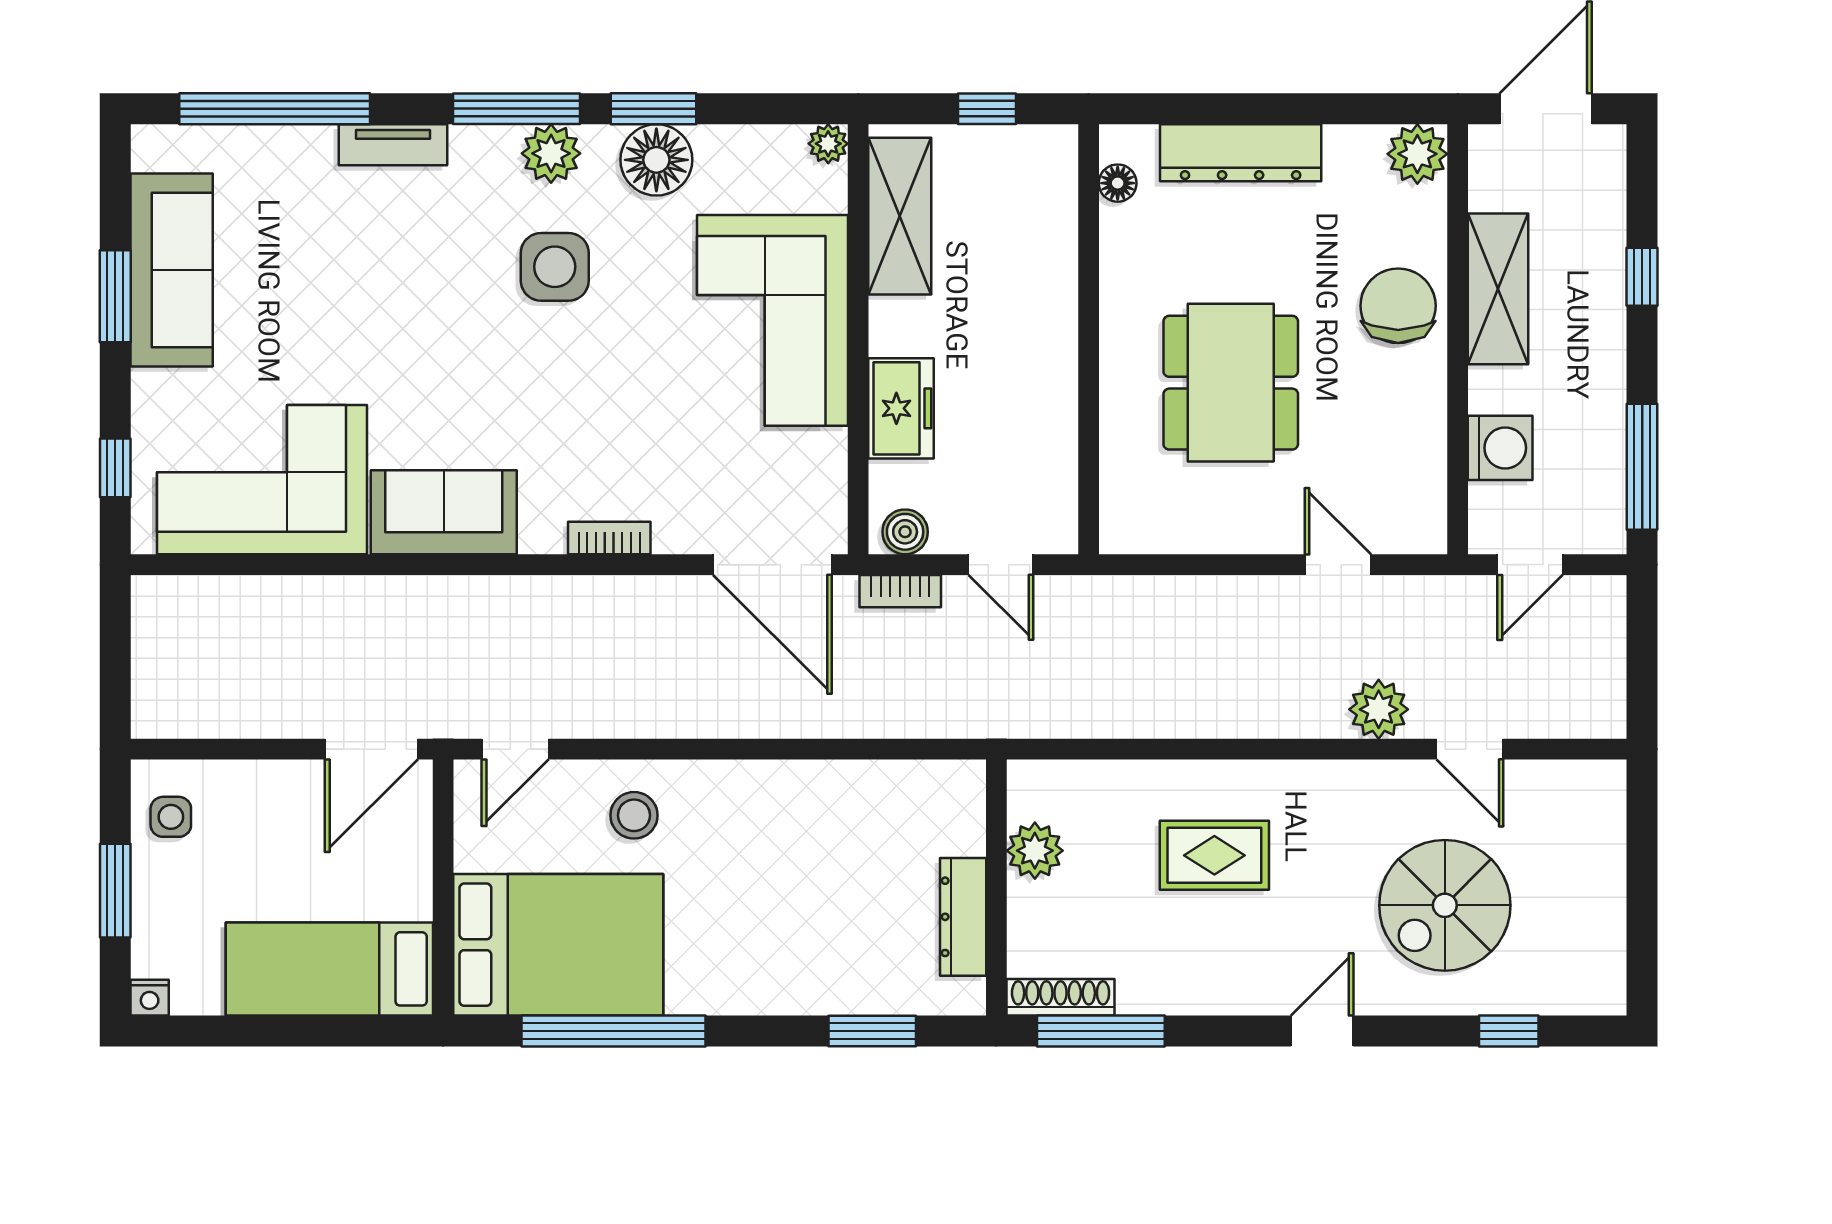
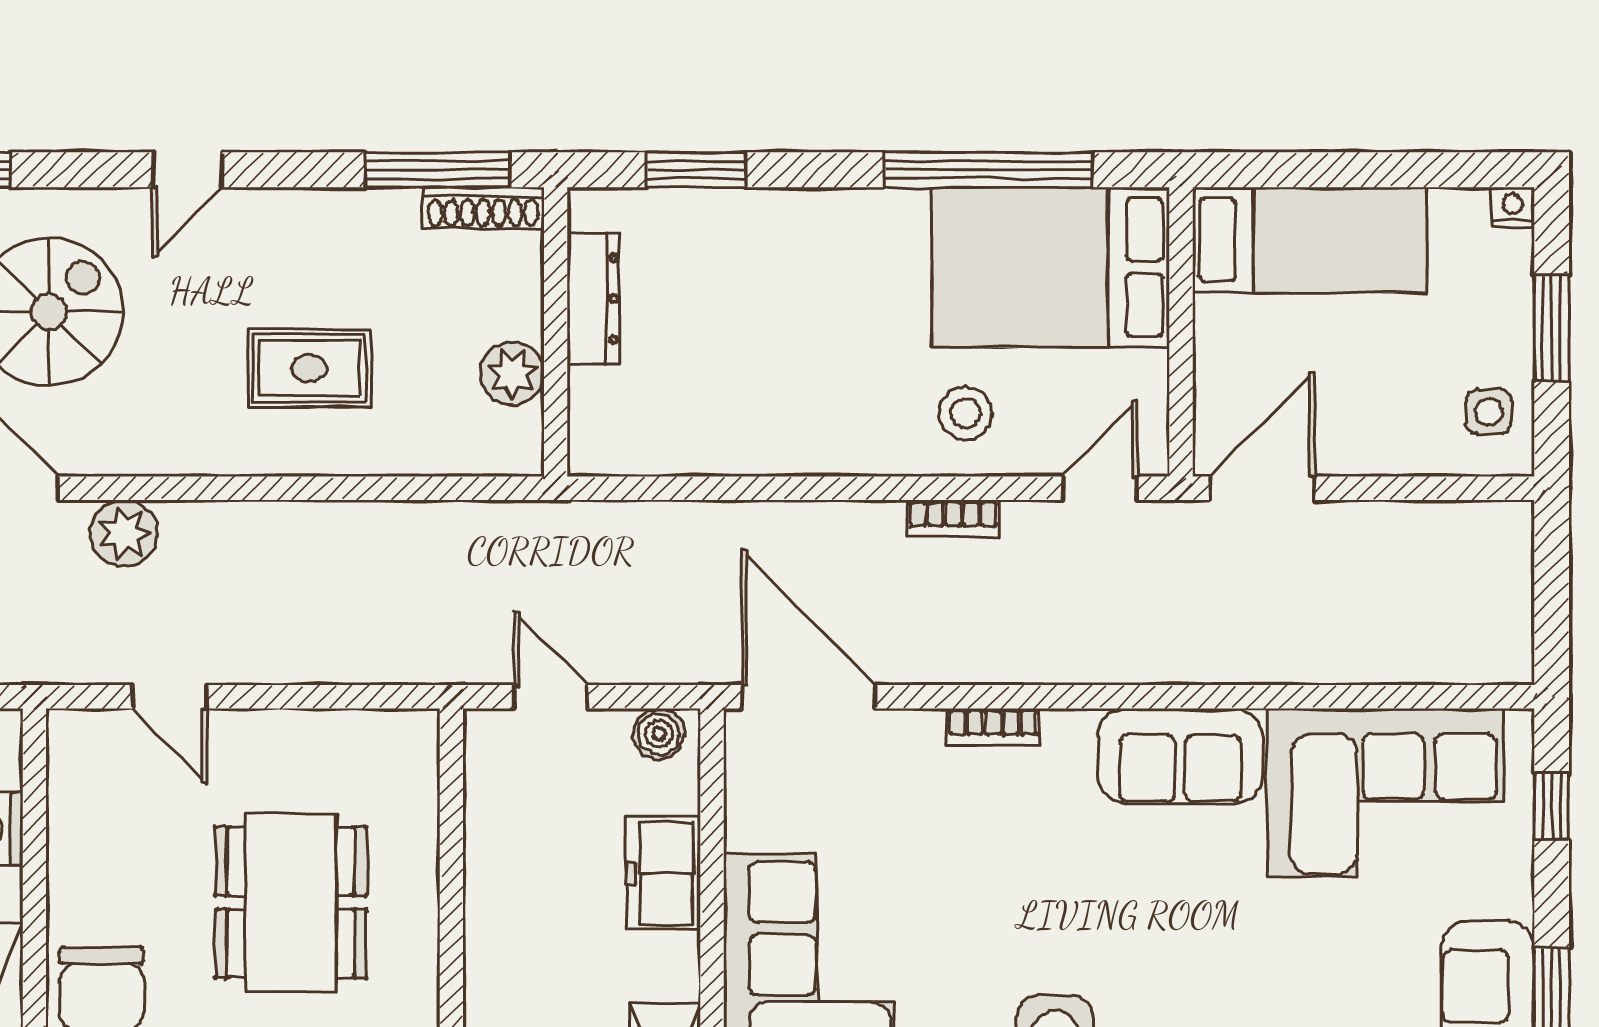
bookcase: (900, 591) -> (953, 518), moved, turned 180

